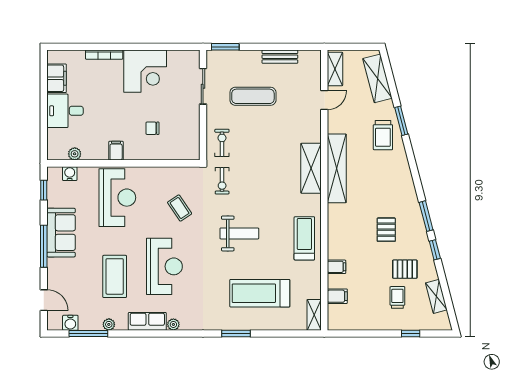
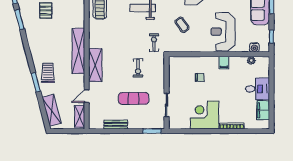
exercise bike: (222, 143) -> (138, 68), moved
shelving: (311, 168) -> (95, 65), moved

